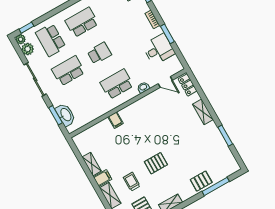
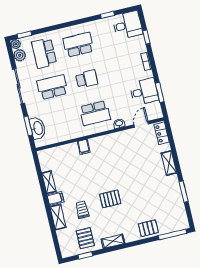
window: (167, 34) -> (160, 93), moved
door: (165, 82) -> (141, 124), swing flipped
school desk: (117, 84) -> (95, 113), turned 180
window: (216, 186) -> (173, 234), moved

